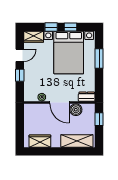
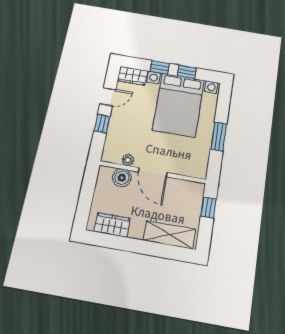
window: (99, 58) -> (219, 137), moved
dresser: (87, 97) -> (195, 171), removed
boiler: (76, 110) -> (122, 178), moved

